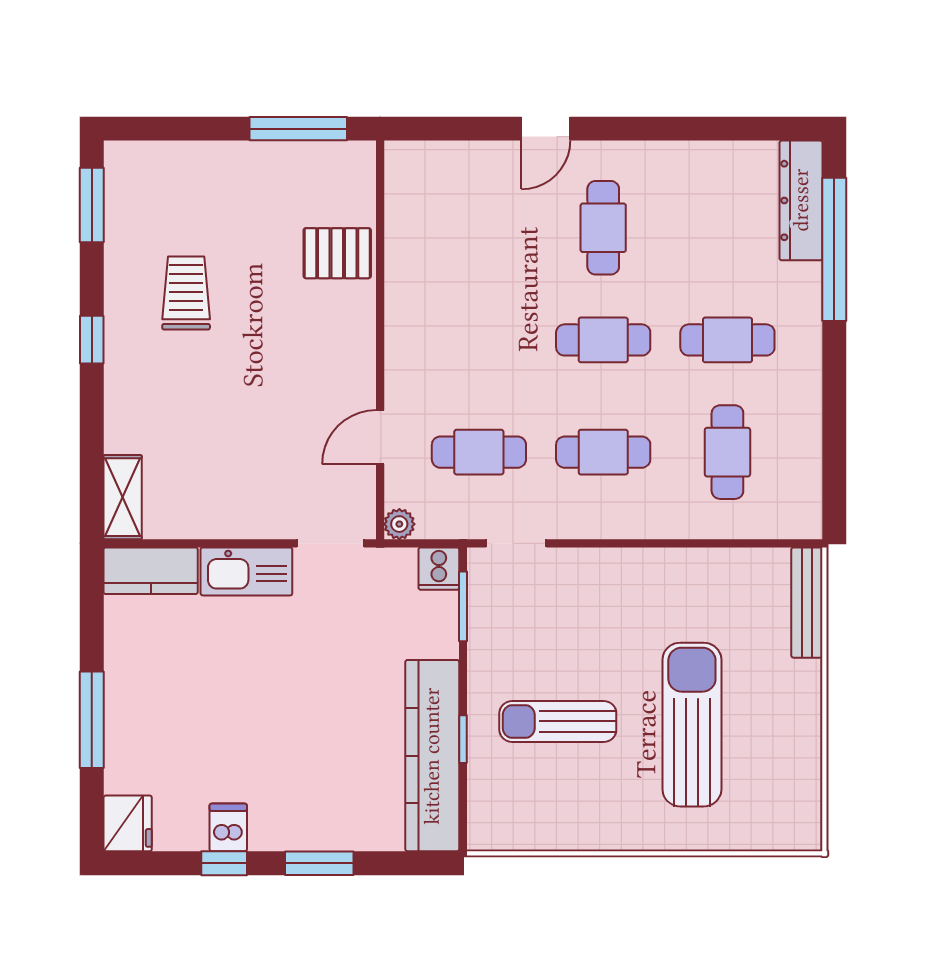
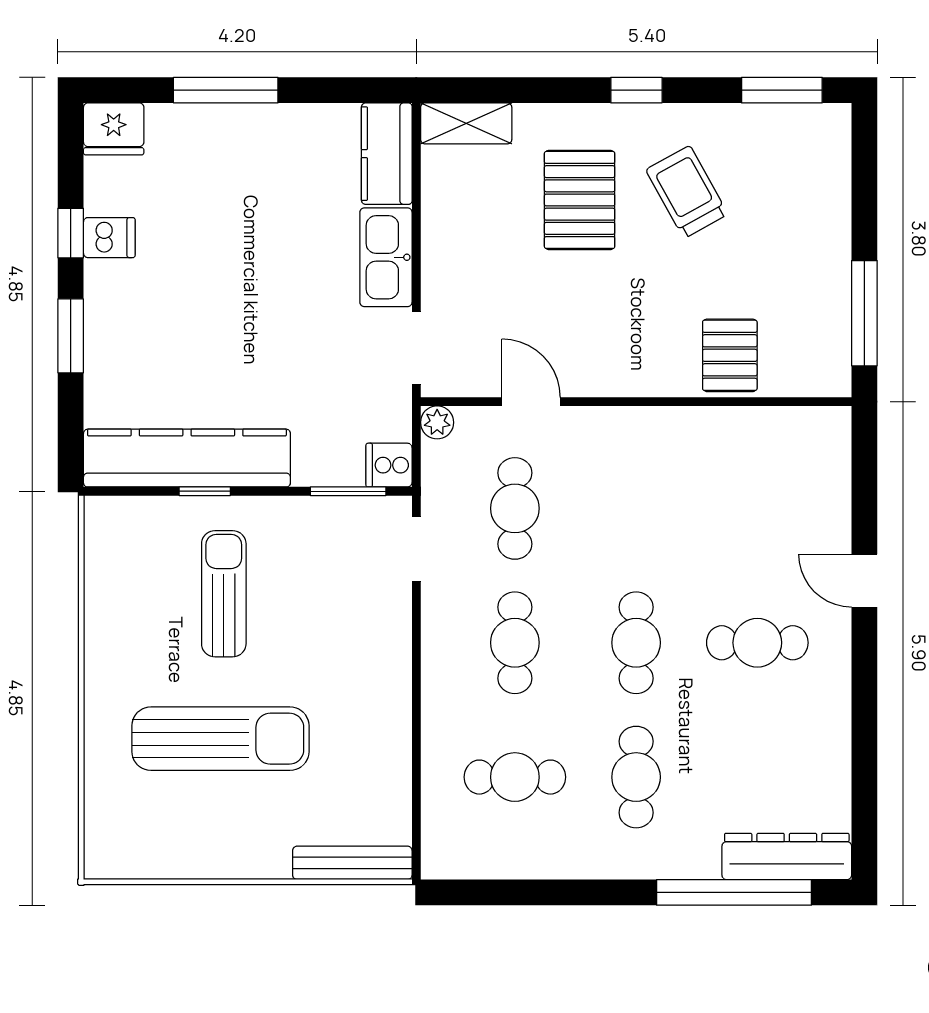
trolley: (186, 293) -> (687, 192), turned -119
pallet: (193, 392) -> (580, 200), added

